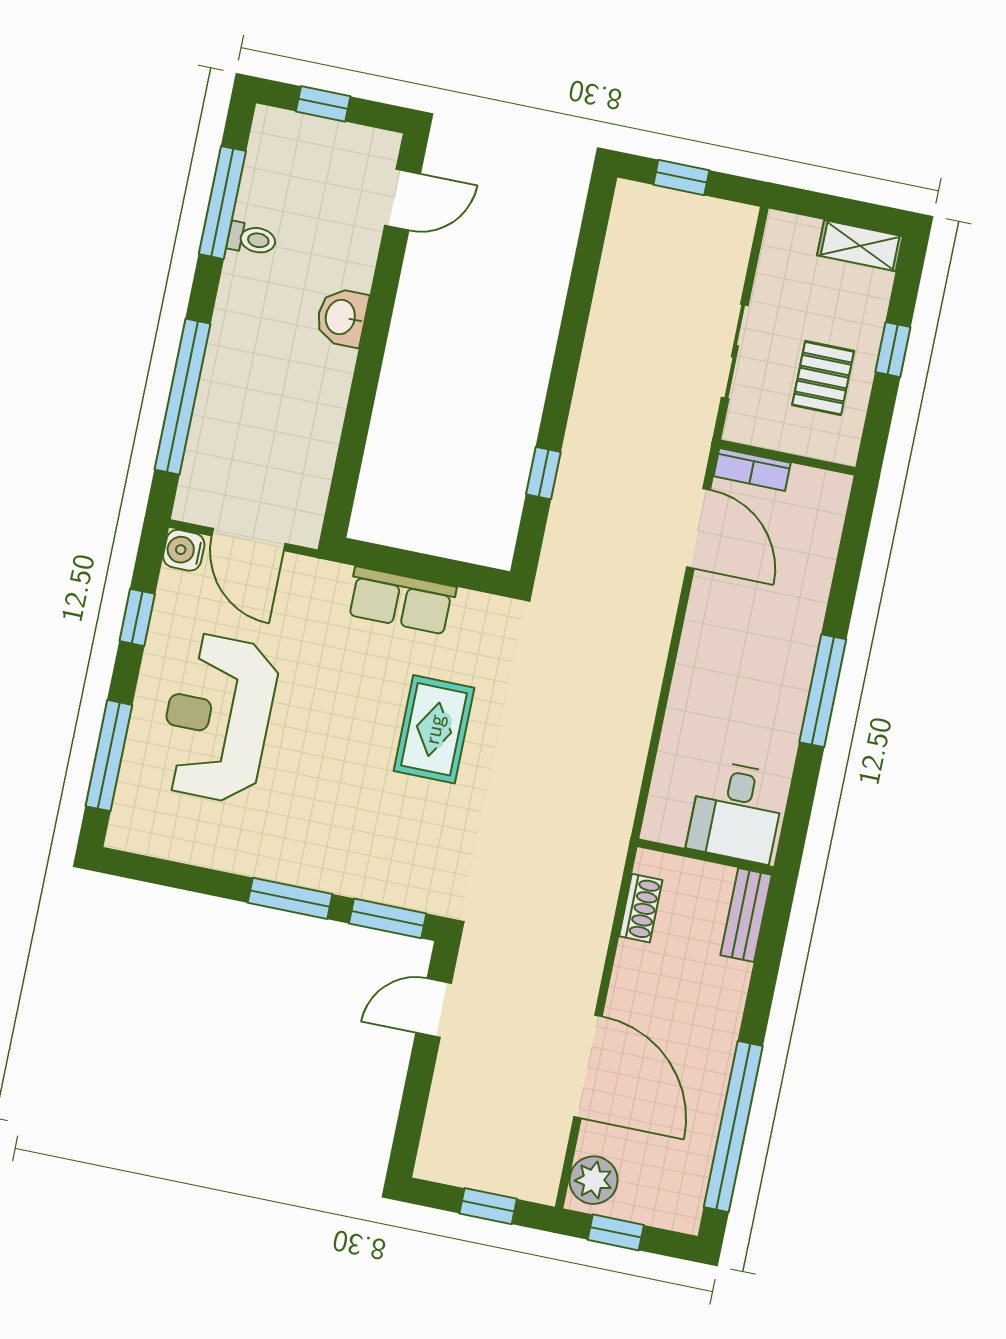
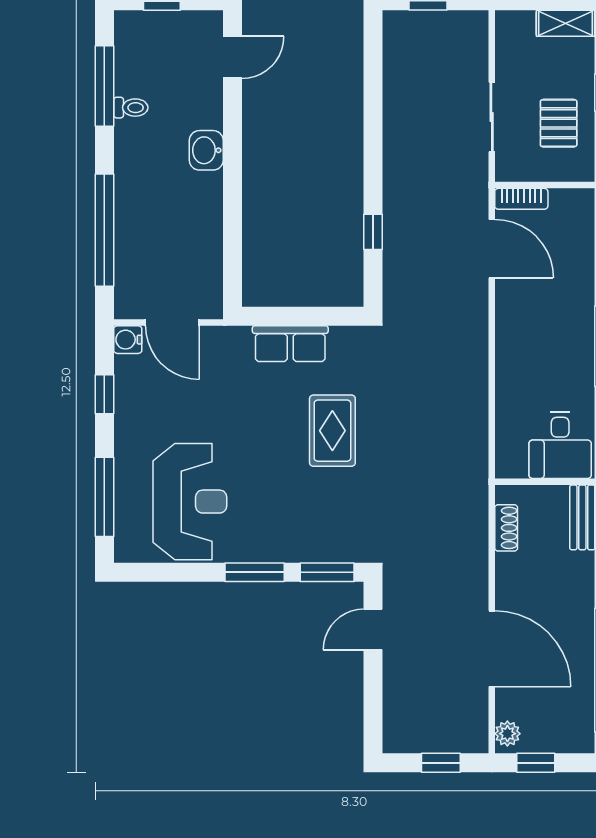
reception desk: (217, 718) -> (190, 502), moved, turned 180
plant: (594, 1180) -> (507, 734), width x0.73, depth x0.73

